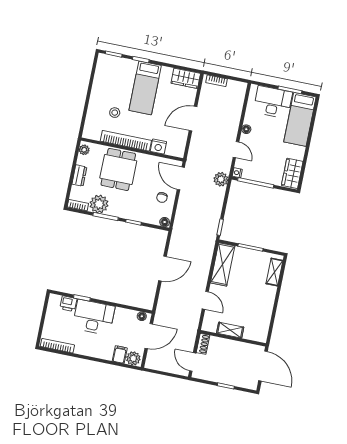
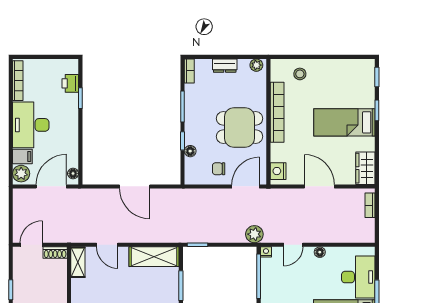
stool: (115, 113) -> (300, 74), moved
nightstand: (158, 147) -> (278, 171), moved
dining table: (118, 169) -> (240, 128), moved
plant: (99, 204) -> (196, 96), removed
floor lamp: (165, 222) -> (190, 151), moved
door: (205, 300) -> (107, 245), hinge flipped
desk: (94, 317) -> (31, 125), moved, turned 180
shelving: (230, 330) -> (78, 262), moved
door: (149, 336) -> (51, 186), swing flipped

